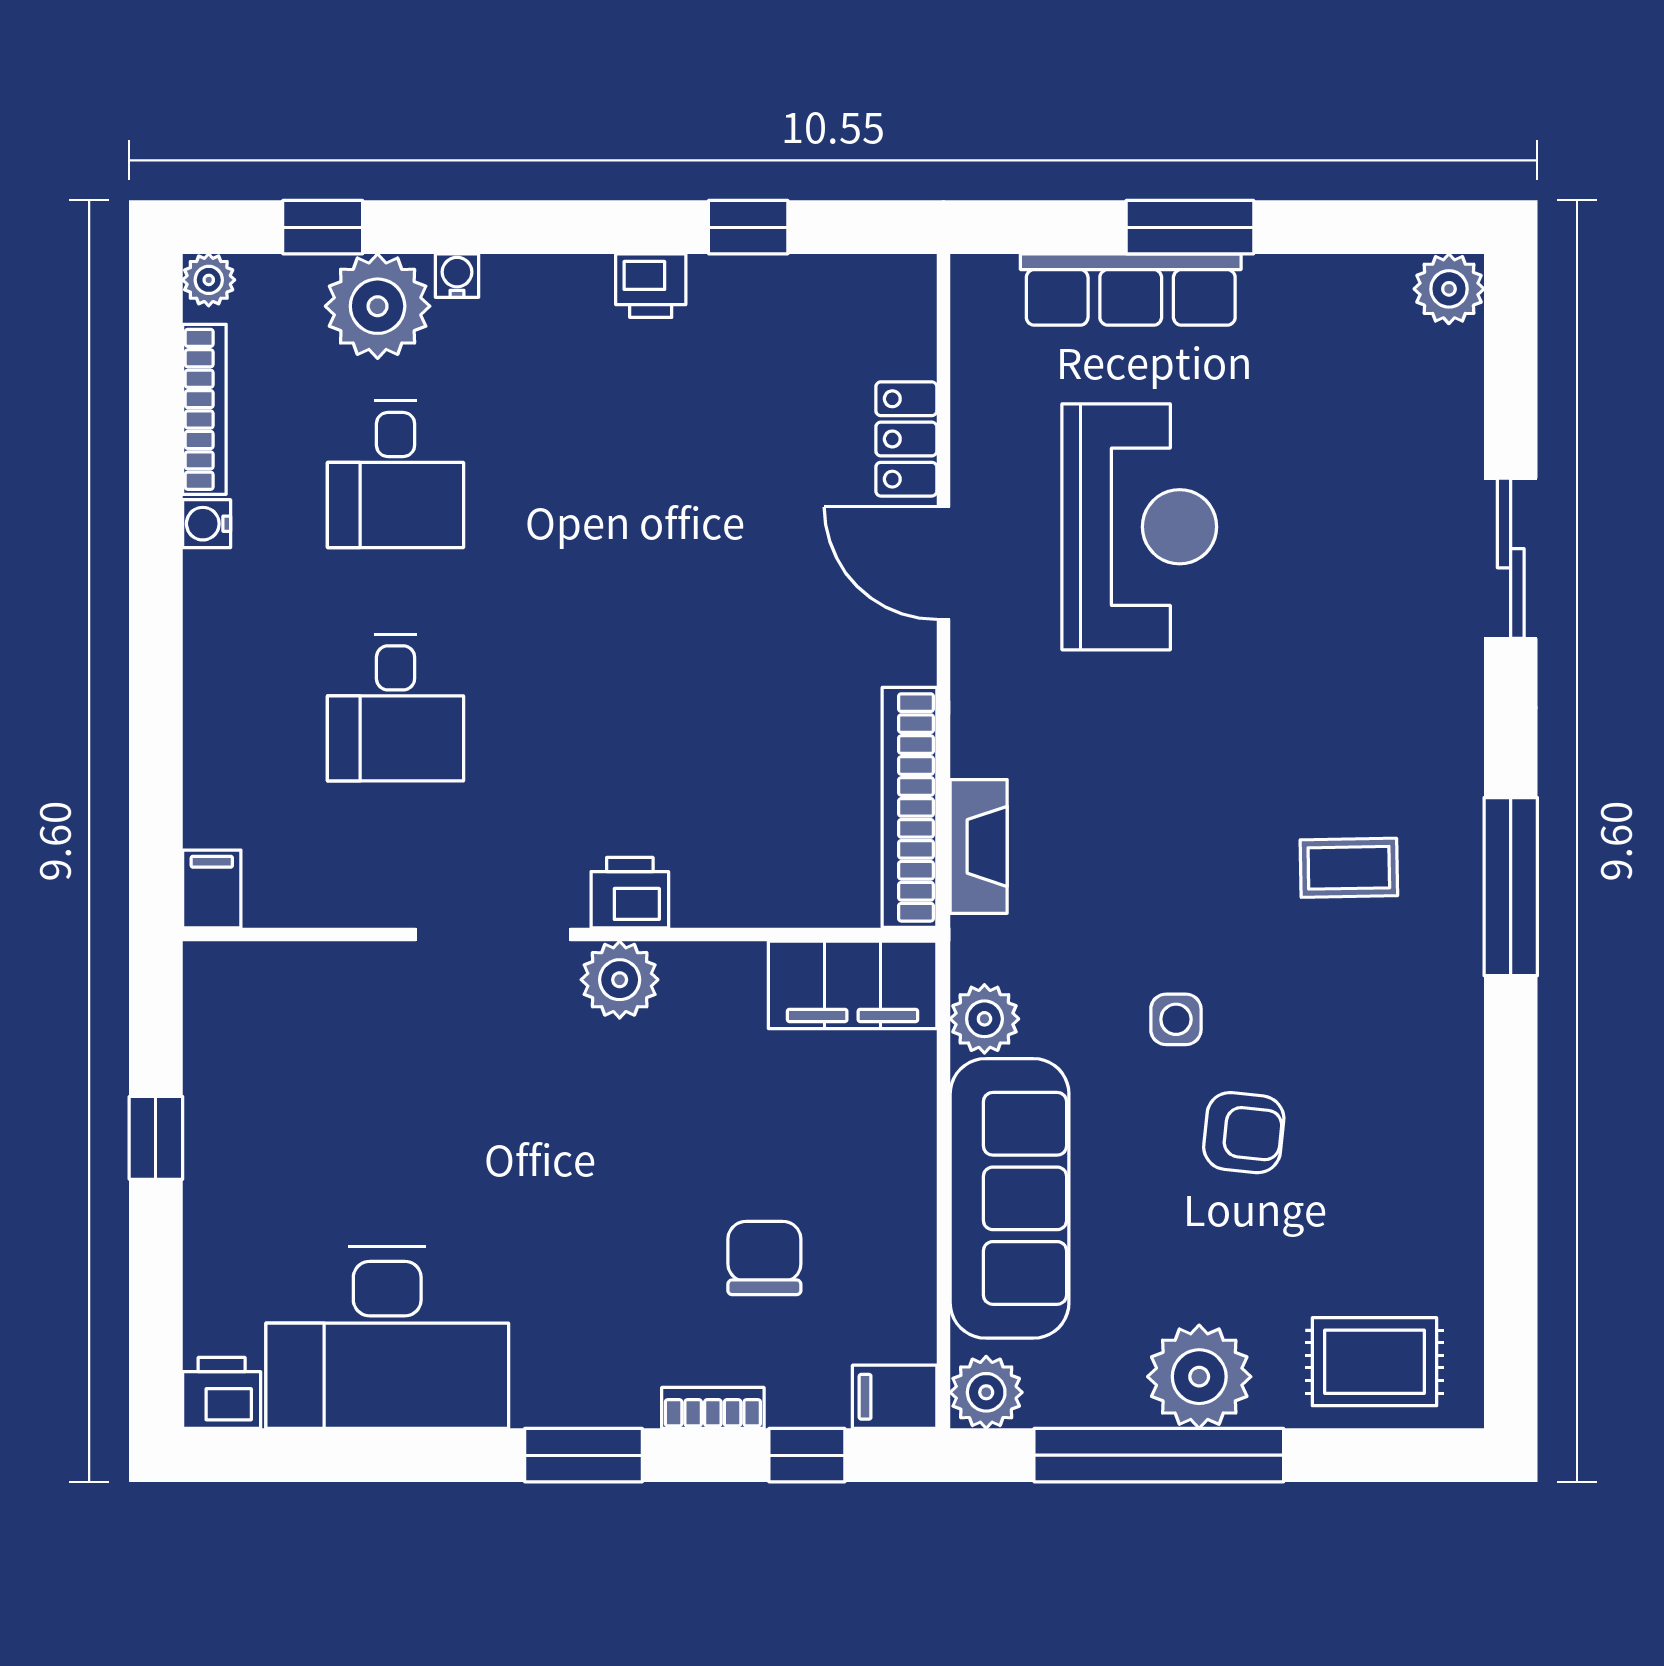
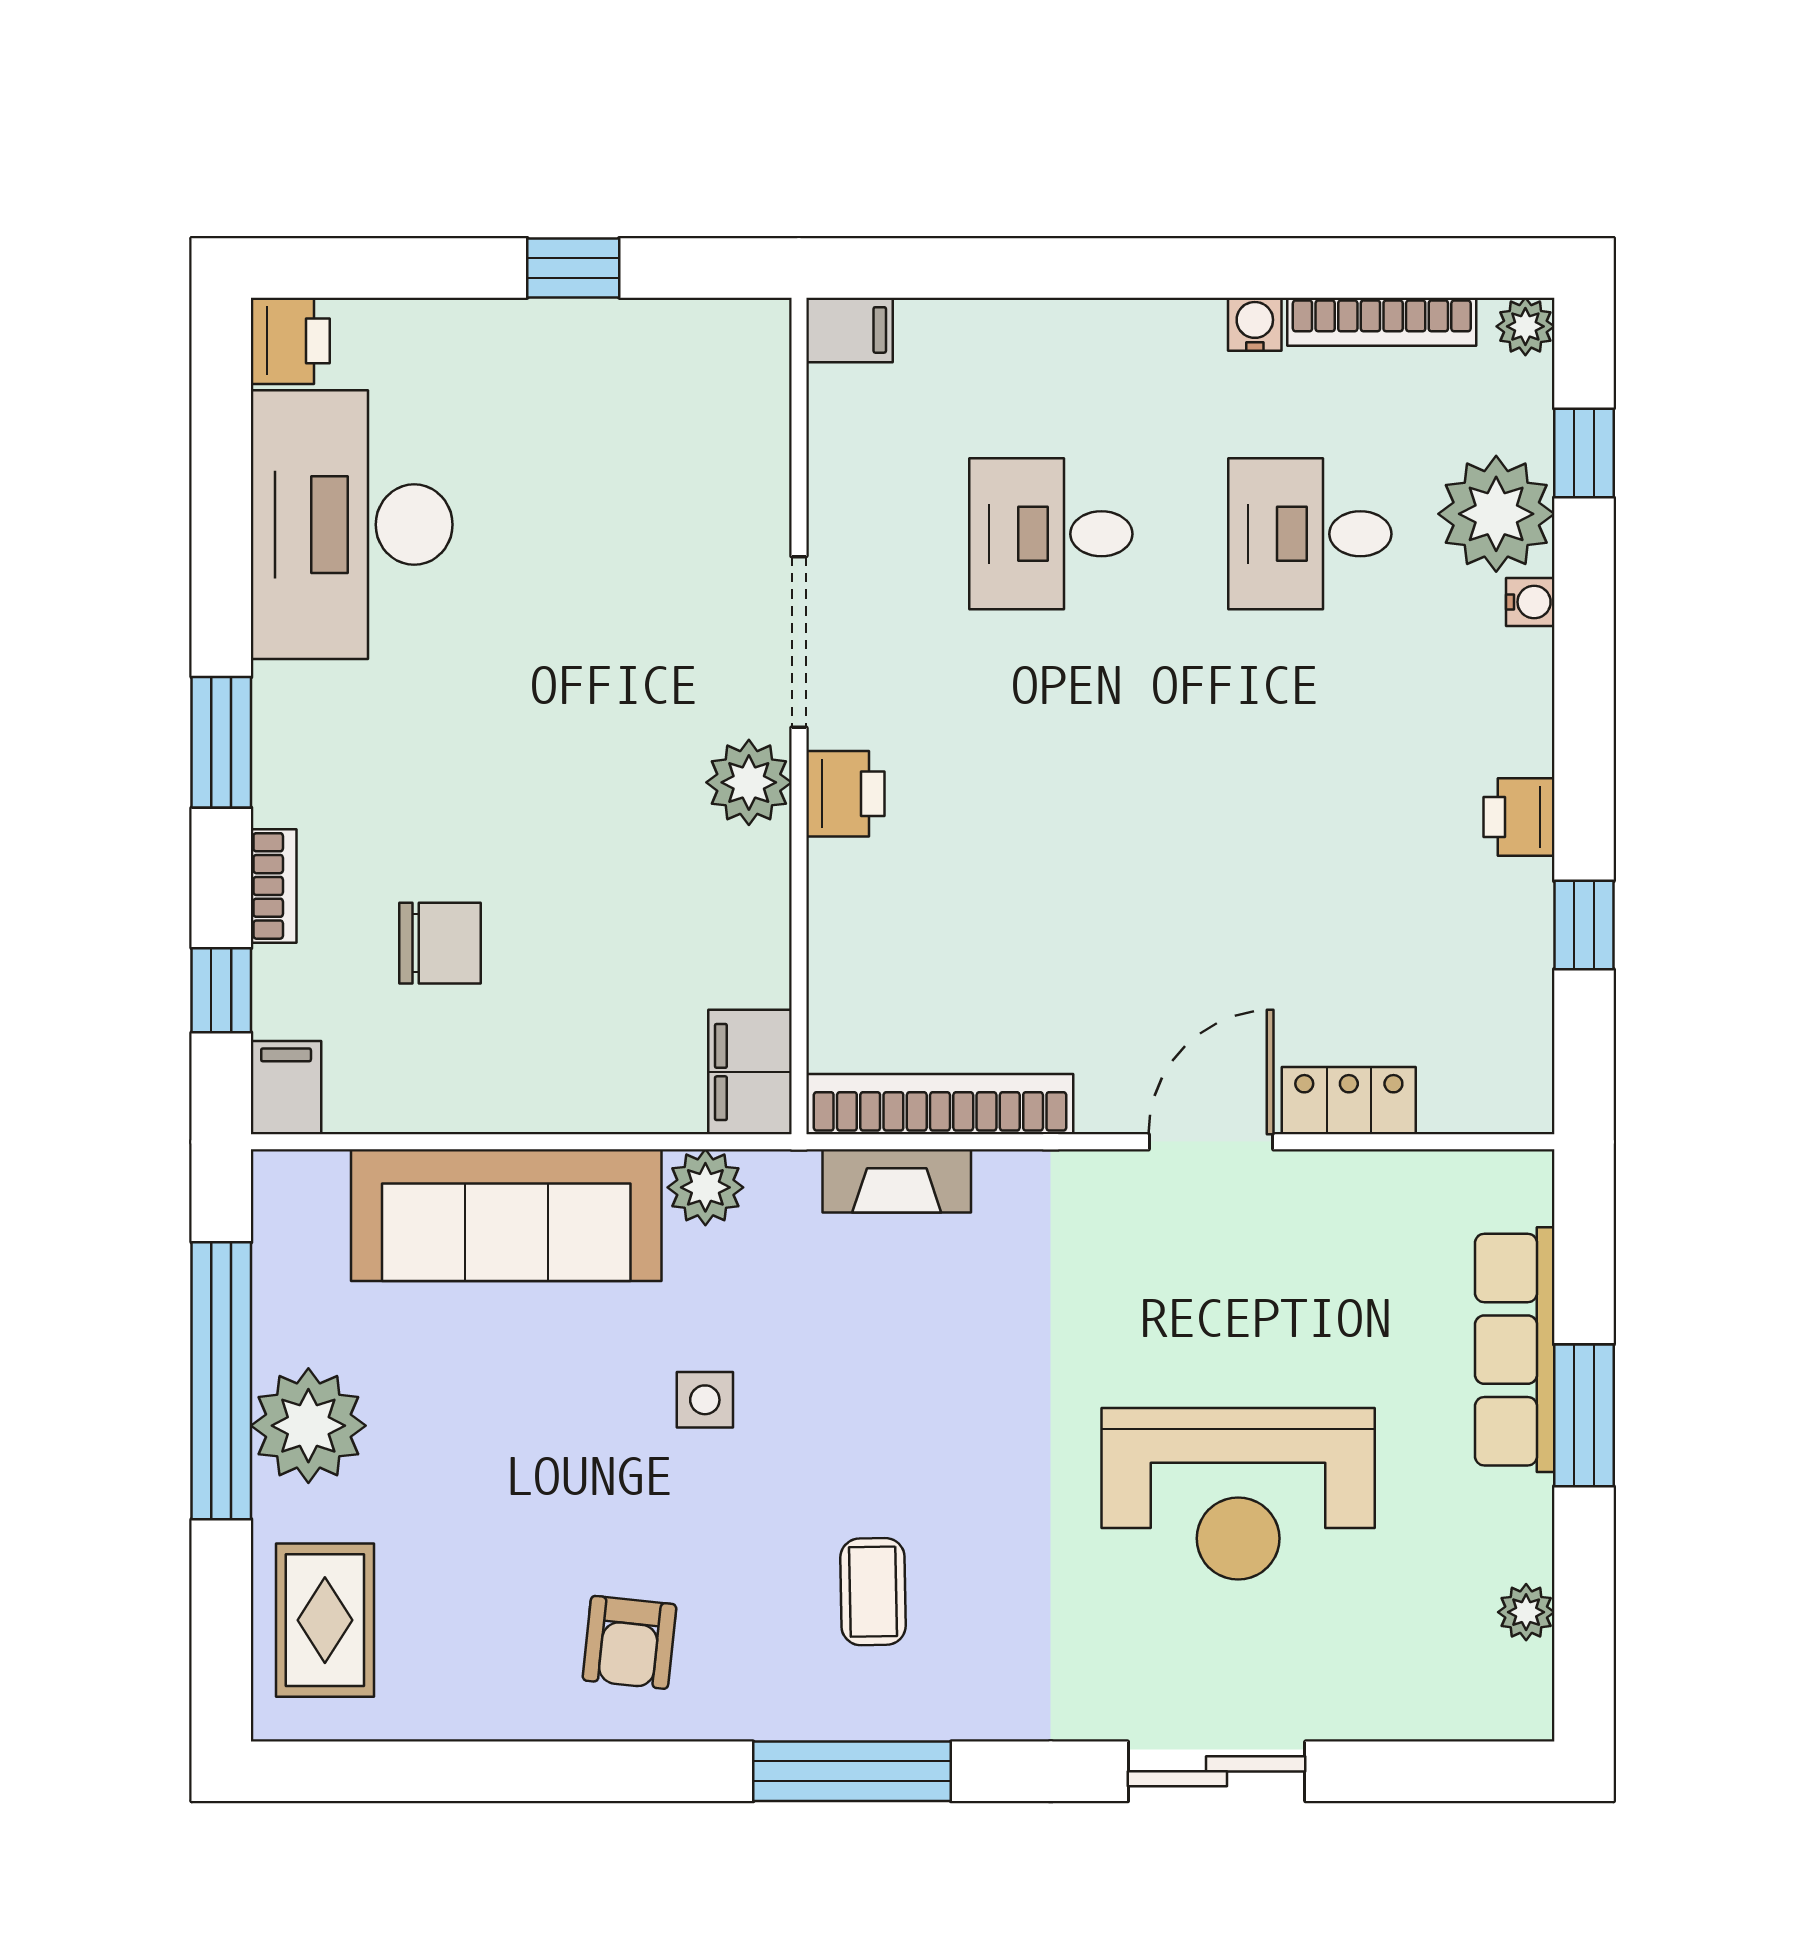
plant: (1449, 289) -> (1526, 1612), moved, width x0.73, depth x0.73
reception desk: (1139, 527) -> (1238, 1494), moved
filing cabinet: (853, 985) -> (750, 1072), width x0.67, depth x0.86
armchair: (1244, 1133) -> (629, 1642), moved
plant: (986, 1392) -> (291, 1189), removed

